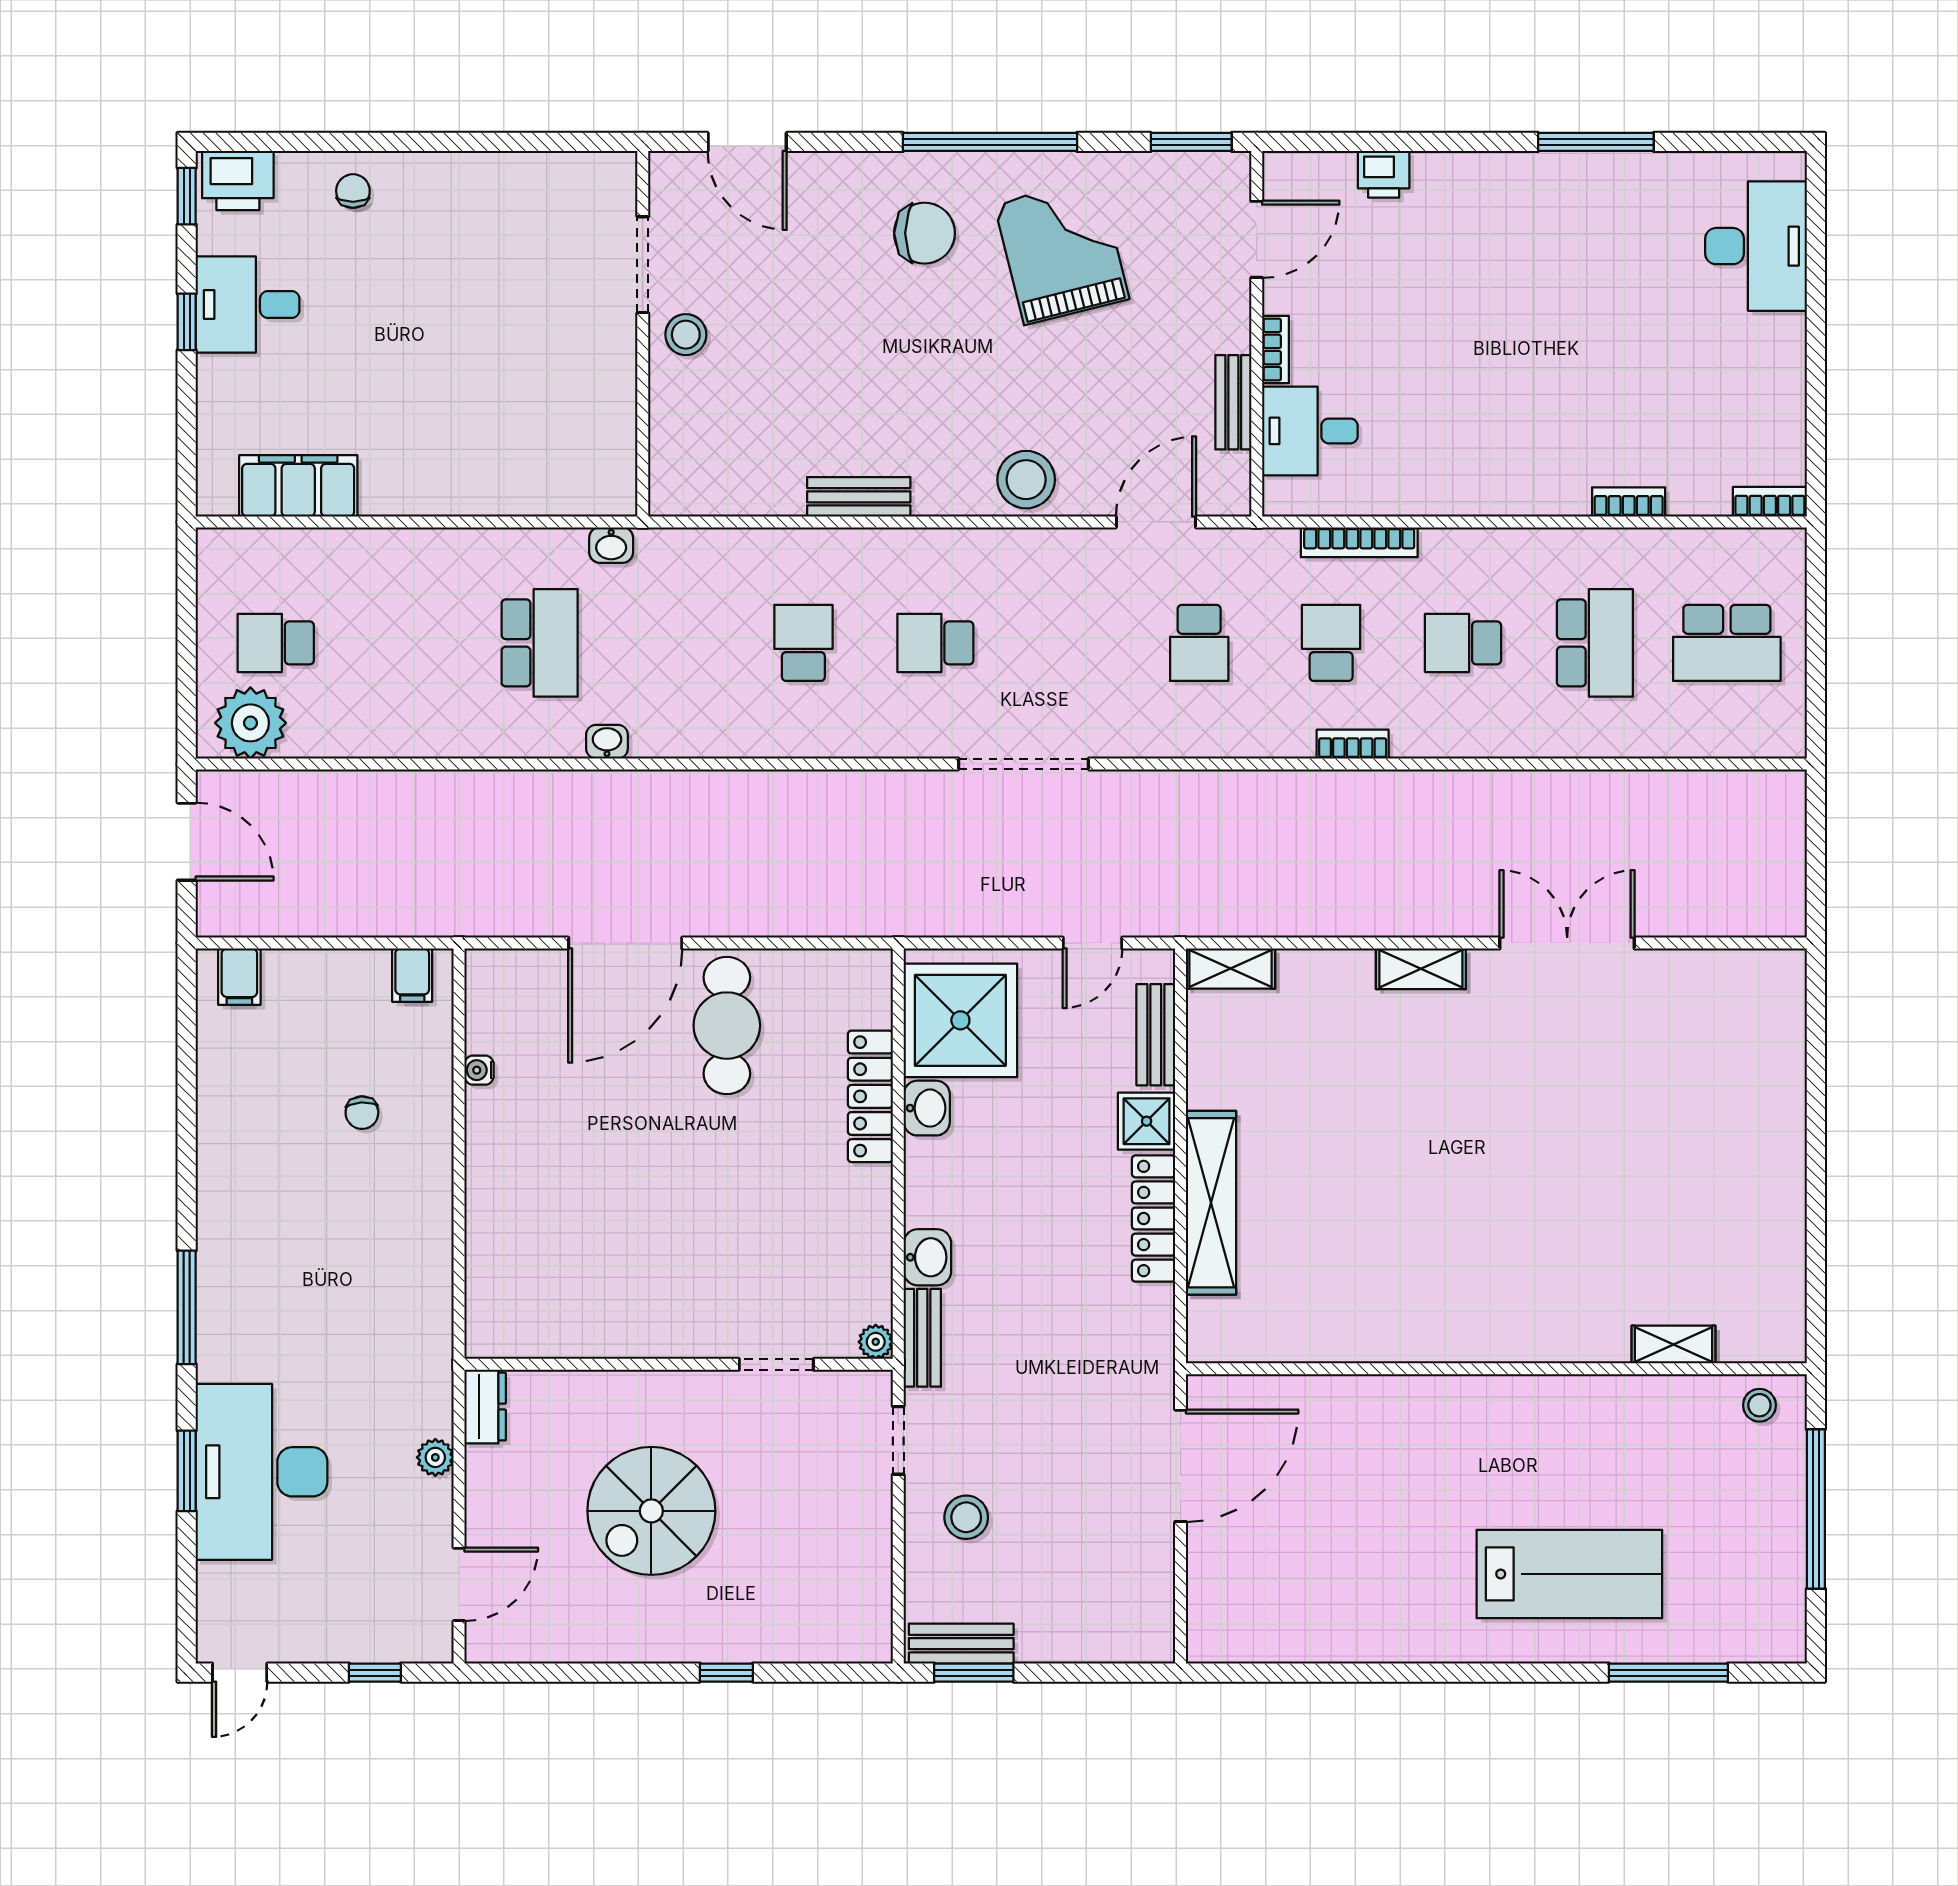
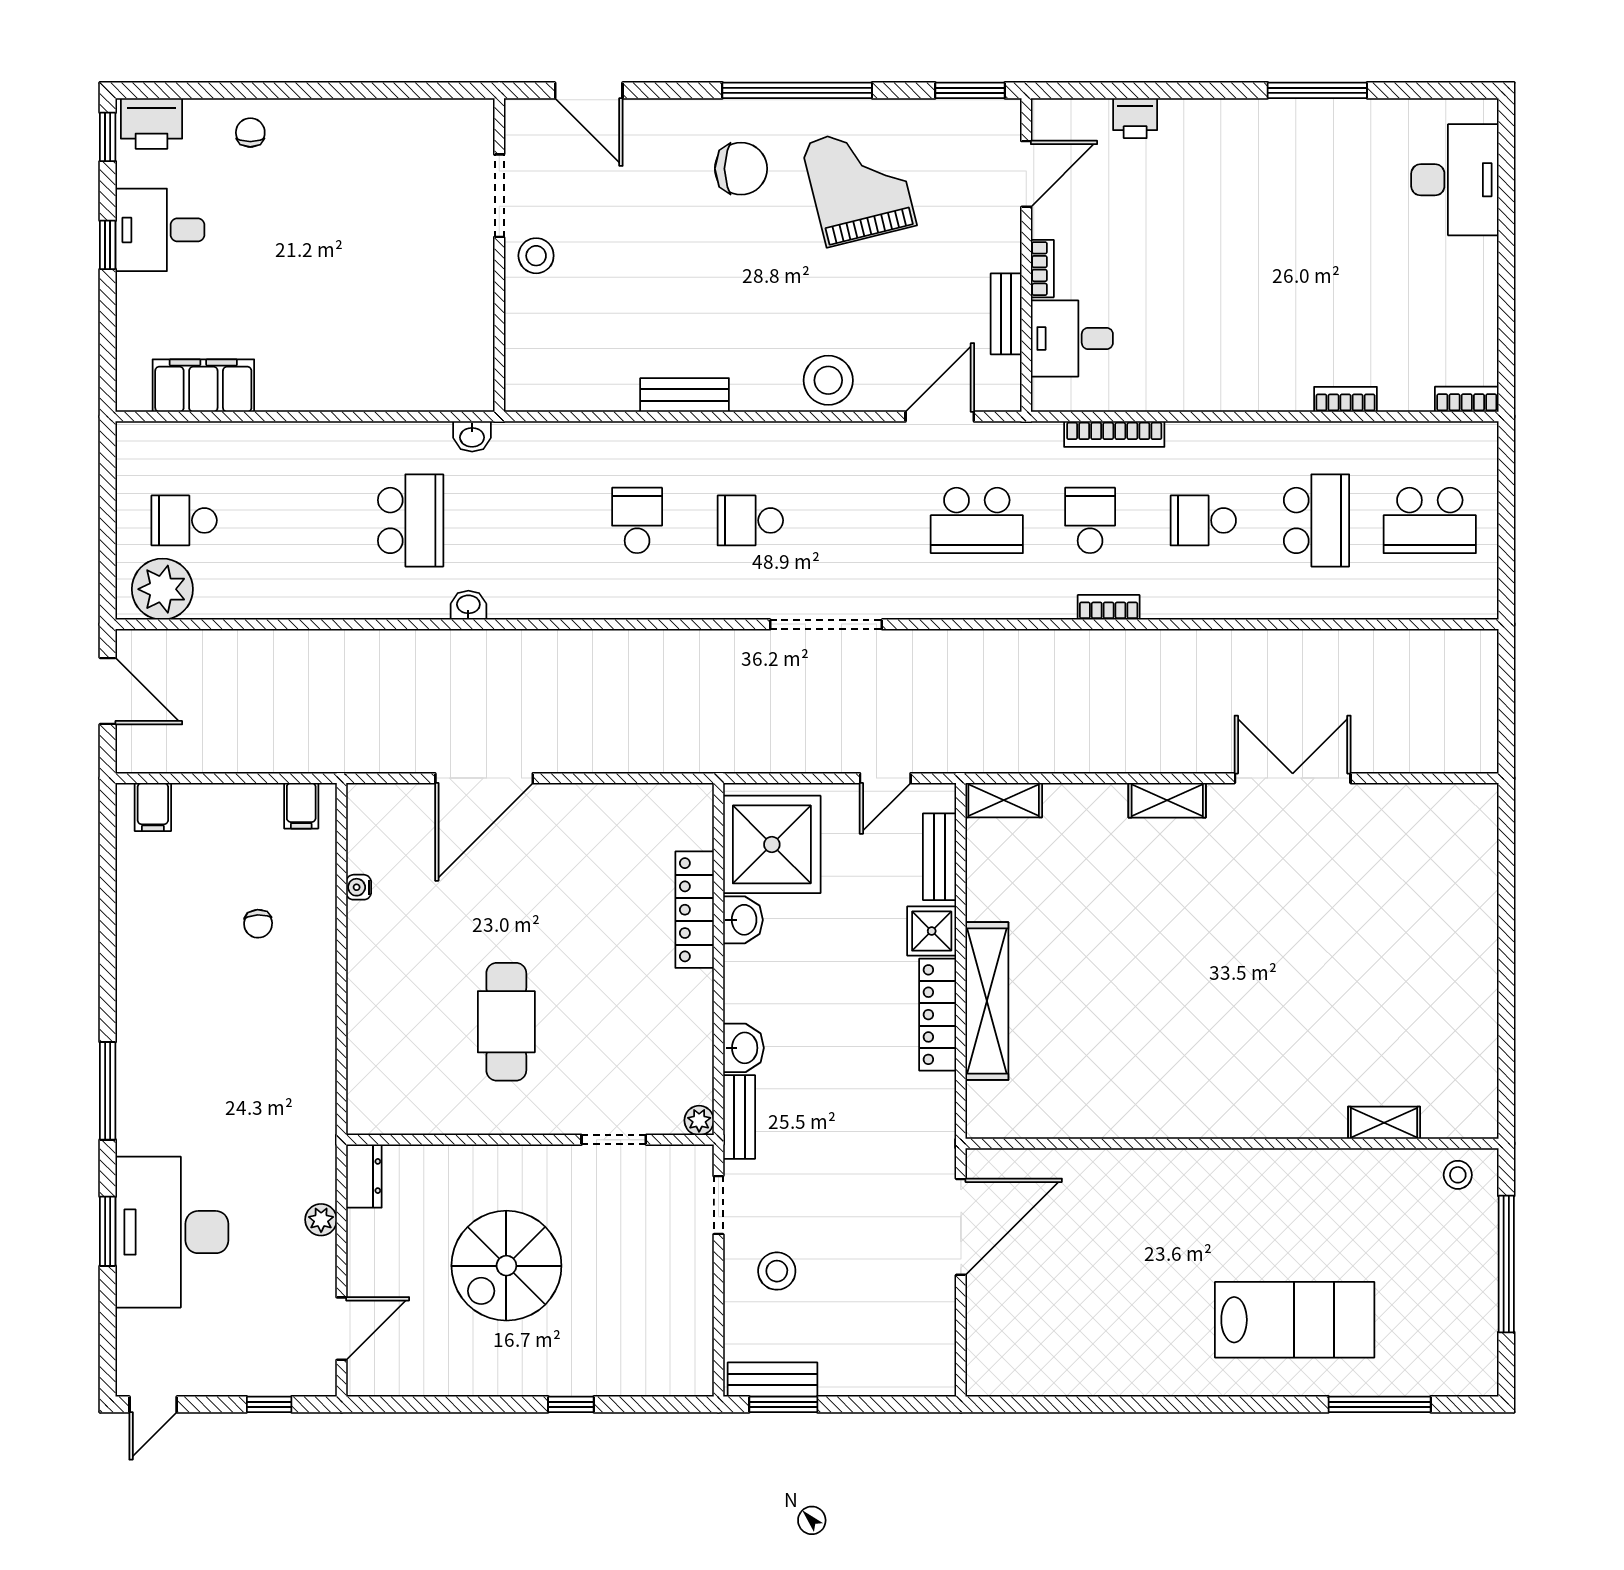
school desk: (1199, 643) -> (977, 520), width x1.85
cafe table: (727, 1026) -> (506, 1022), moved

